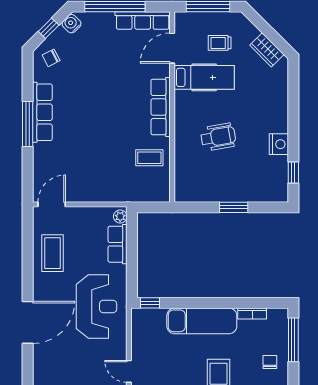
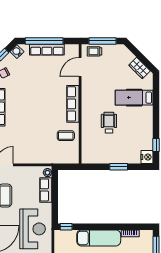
row of seats: (143, 20) -> (47, 50), moved
trolley: (220, 43) -> (95, 51), moved
hospital bed: (204, 77) -> (134, 98), moved, turned 180
wheelchair: (218, 137) -> (109, 123), turned -80
nightstand: (279, 144) -> (147, 157), moved

